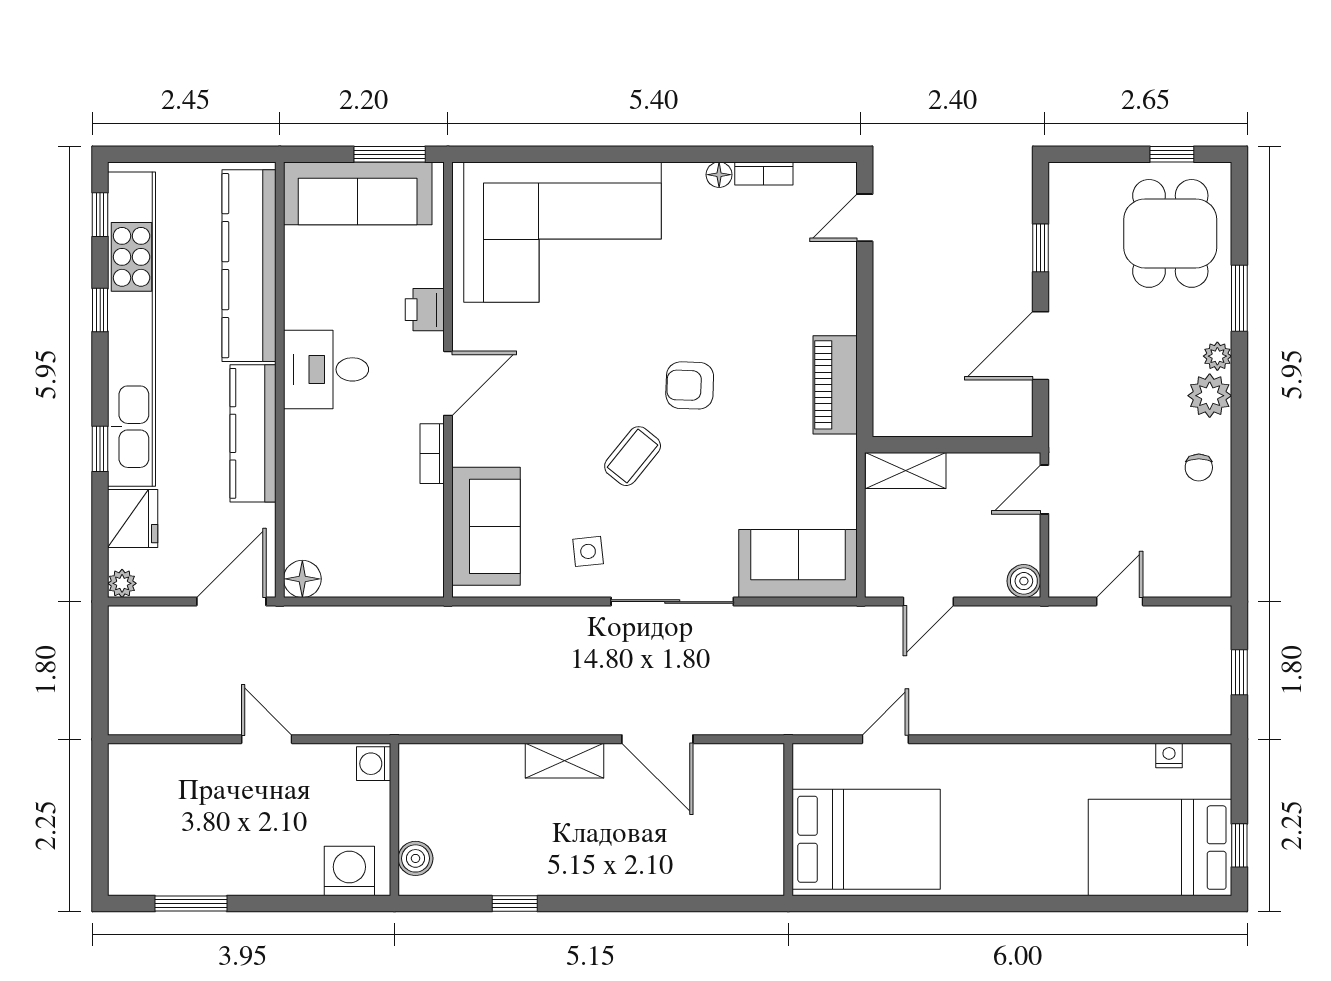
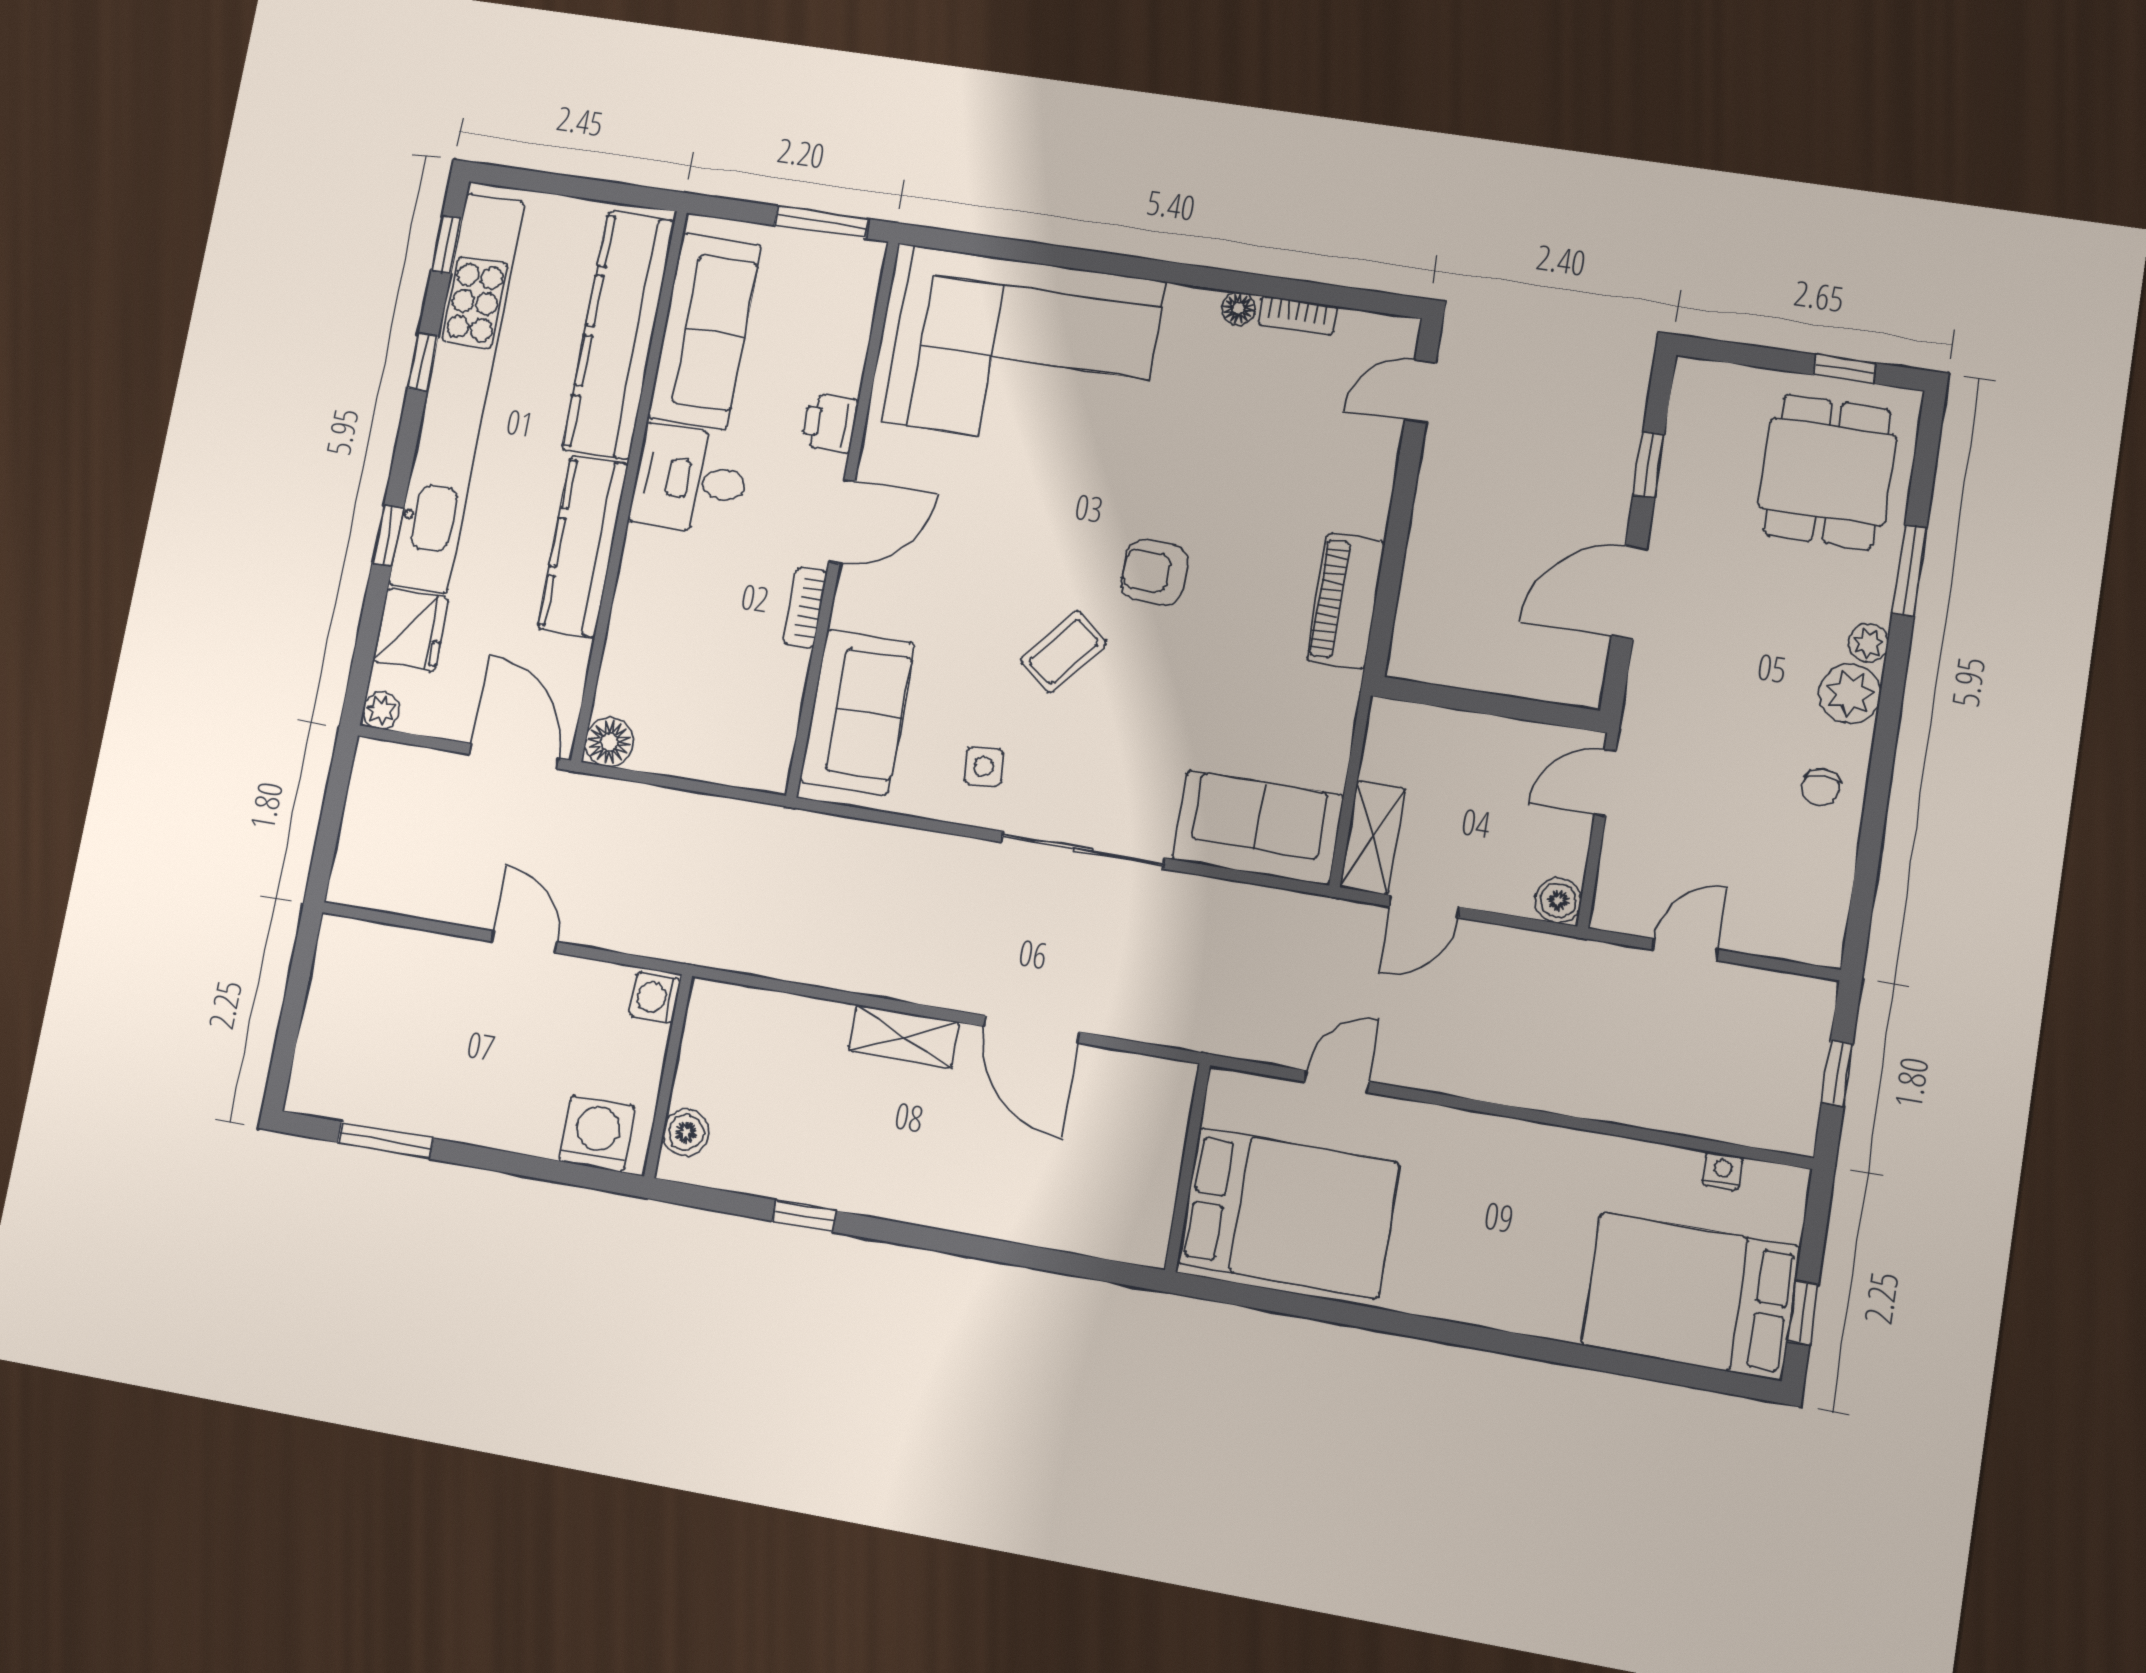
sofa: (358, 193) -> (704, 331), moved, turned -90
shelving: (906, 471) -> (1372, 838), moved, turned 90
door: (231, 602) -> (514, 756), hinge flipped

